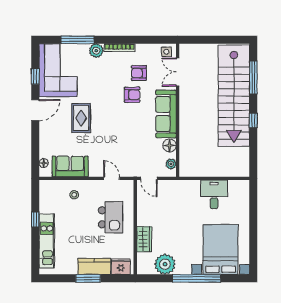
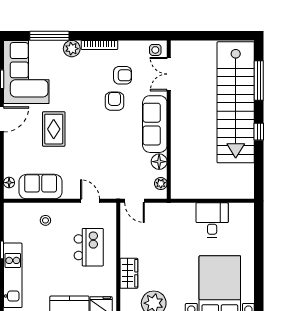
armchair: (139, 73) -> (123, 75), turned 180
armchair: (132, 95) -> (114, 101), turned -90

